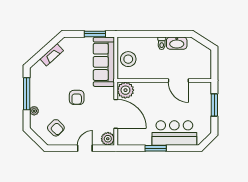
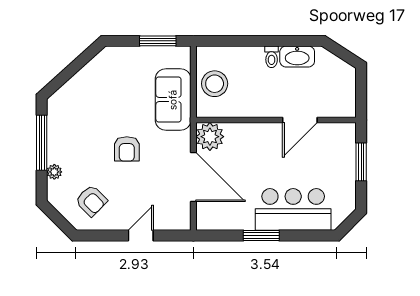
fireplace: (52, 55) -> (84, 76), removed
sofa: (104, 62) -> (173, 100), width x0.73
door: (178, 80) -> (300, 120), hinge flipped
plant: (108, 139) -> (180, 219), removed

